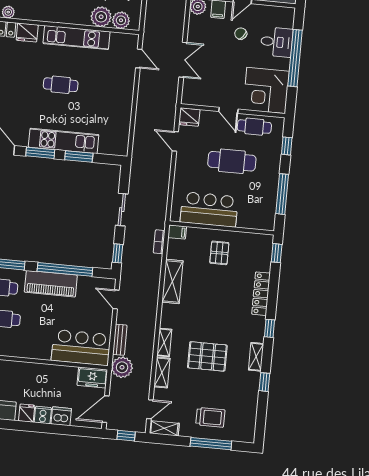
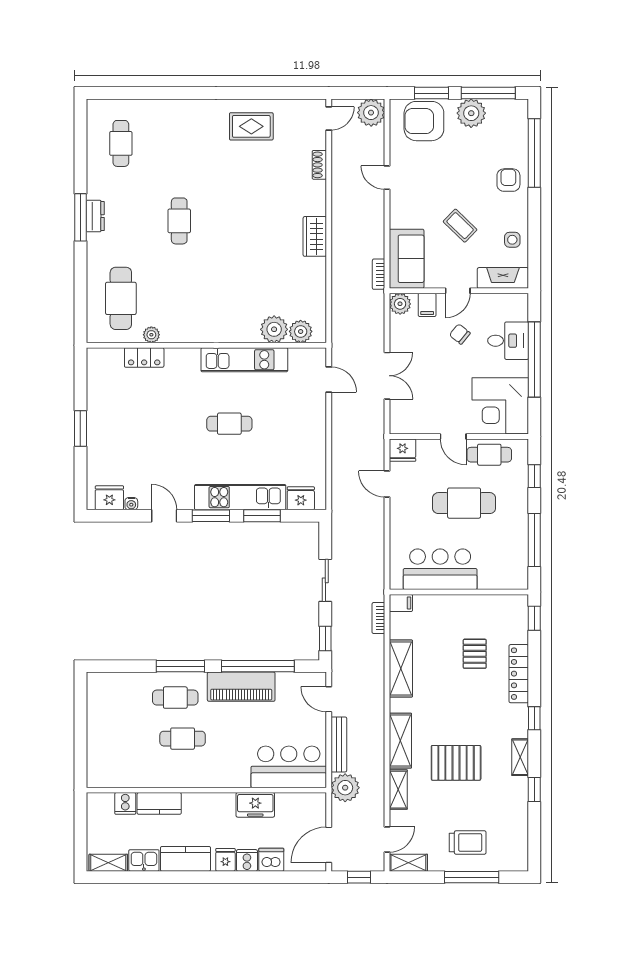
fridge: (27, 33) -> (301, 498), moved, turned 180
pallet: (219, 253) -> (475, 654), moved
bench: (120, 340) -> (339, 744), width x1.36
shelving: (164, 342) -> (400, 741), width x1.50, depth x1.33
freezer: (92, 377) -> (255, 805), moved

